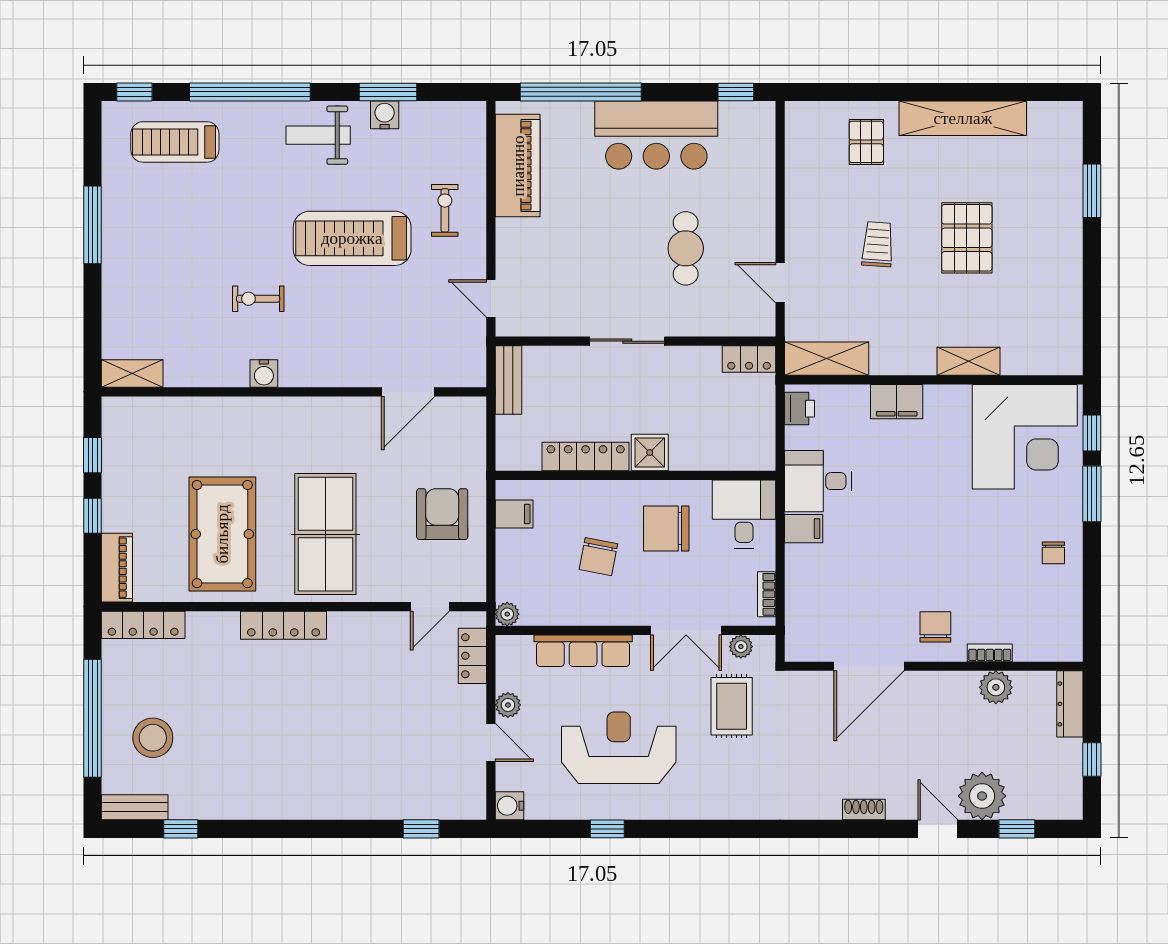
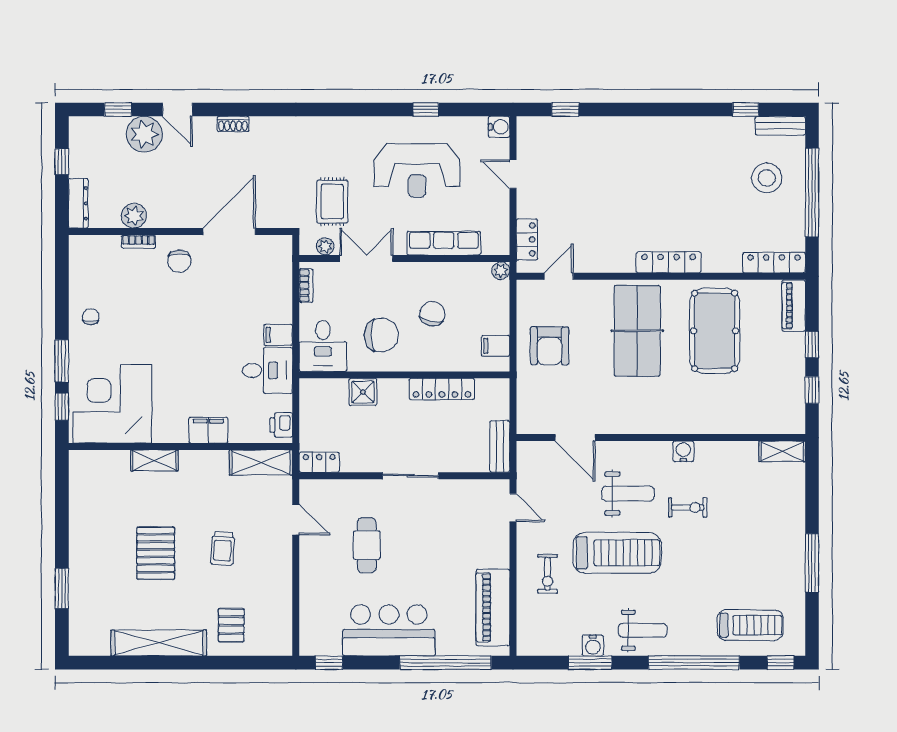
weight bench: (338, 317) -> (628, 494), added
door: (408, 392) -> (575, 438), swing flipped
shower: (650, 453) -> (363, 392), moved
plant: (508, 705) -> (500, 202), removed

